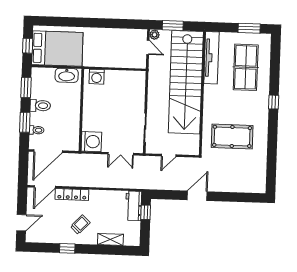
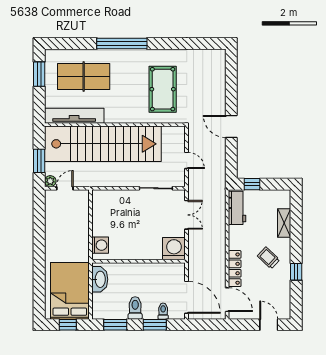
window: (274, 102) -> (122, 43), width x3.17
workbench: (134, 206) -> (237, 208), moved, turned -90

